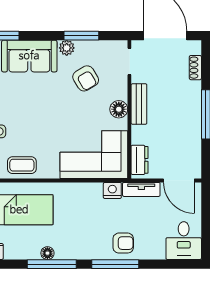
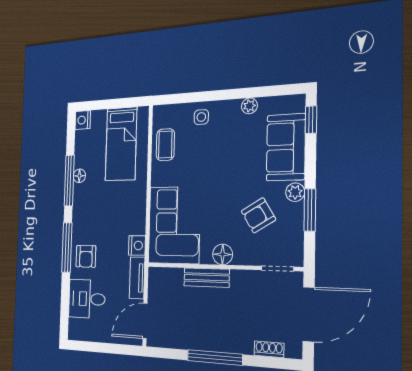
bench: (139, 104) -> (207, 278), moved
dresser: (139, 160) -> (167, 277), removed
desk: (184, 241) -> (87, 299), moved

